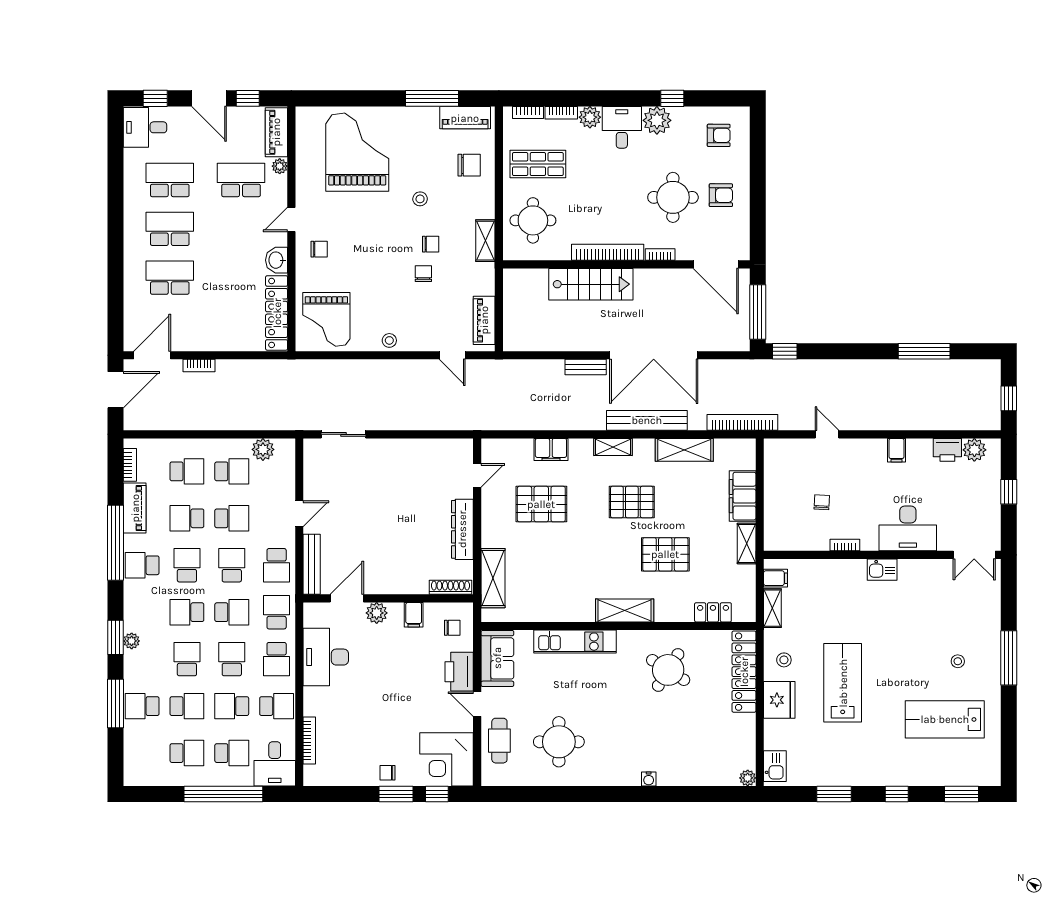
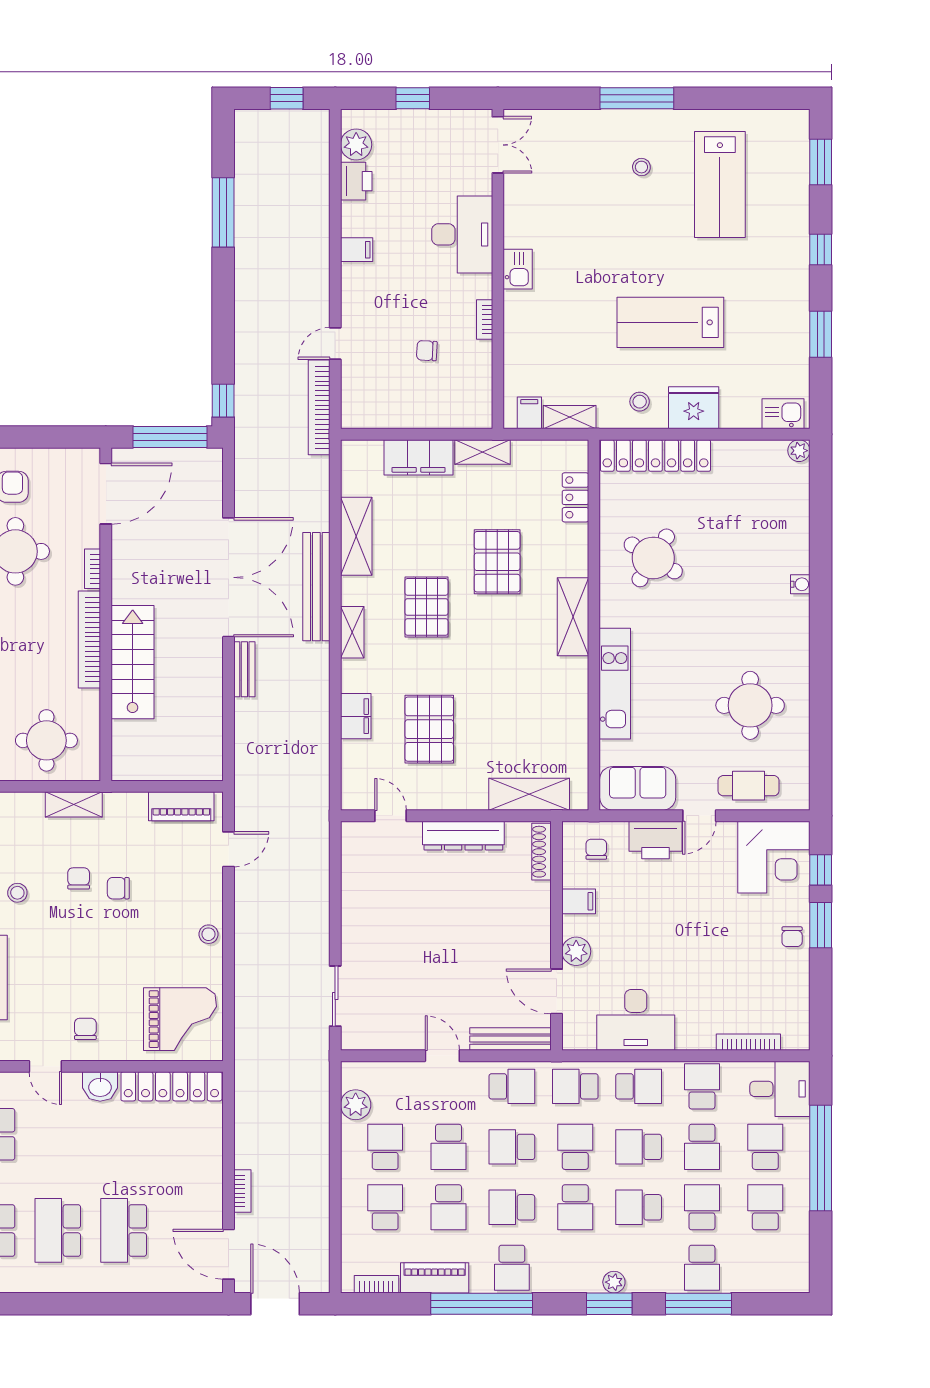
bookcase: (742, 422) -> (319, 407), moved
school desk: (232, 518) -> (449, 1147), turned 180

